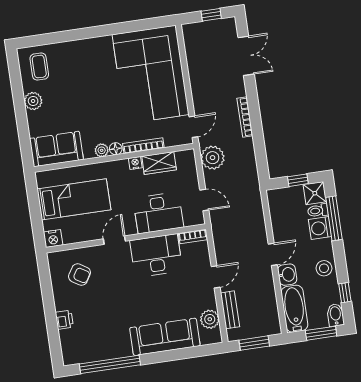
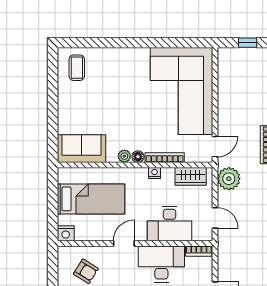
plant: (33, 101) -> (66, 100), removed
wardrobe: (159, 163) -> (191, 176), moved

